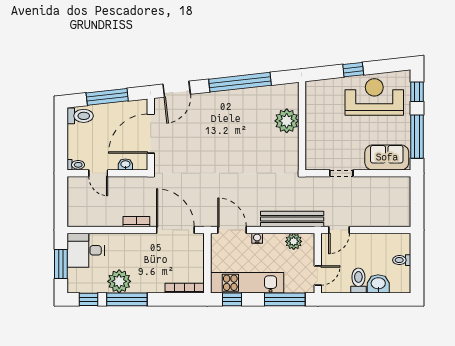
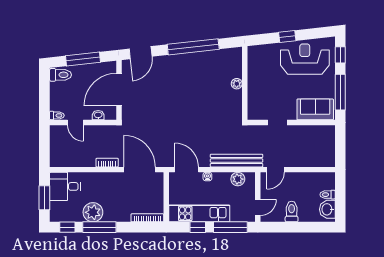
plant: (287, 121) -> (237, 84), width x0.53, depth x0.53
washbasin: (378, 284) -> (327, 209), moved, turned -90
window: (232, 299) -> (198, 227), moved

